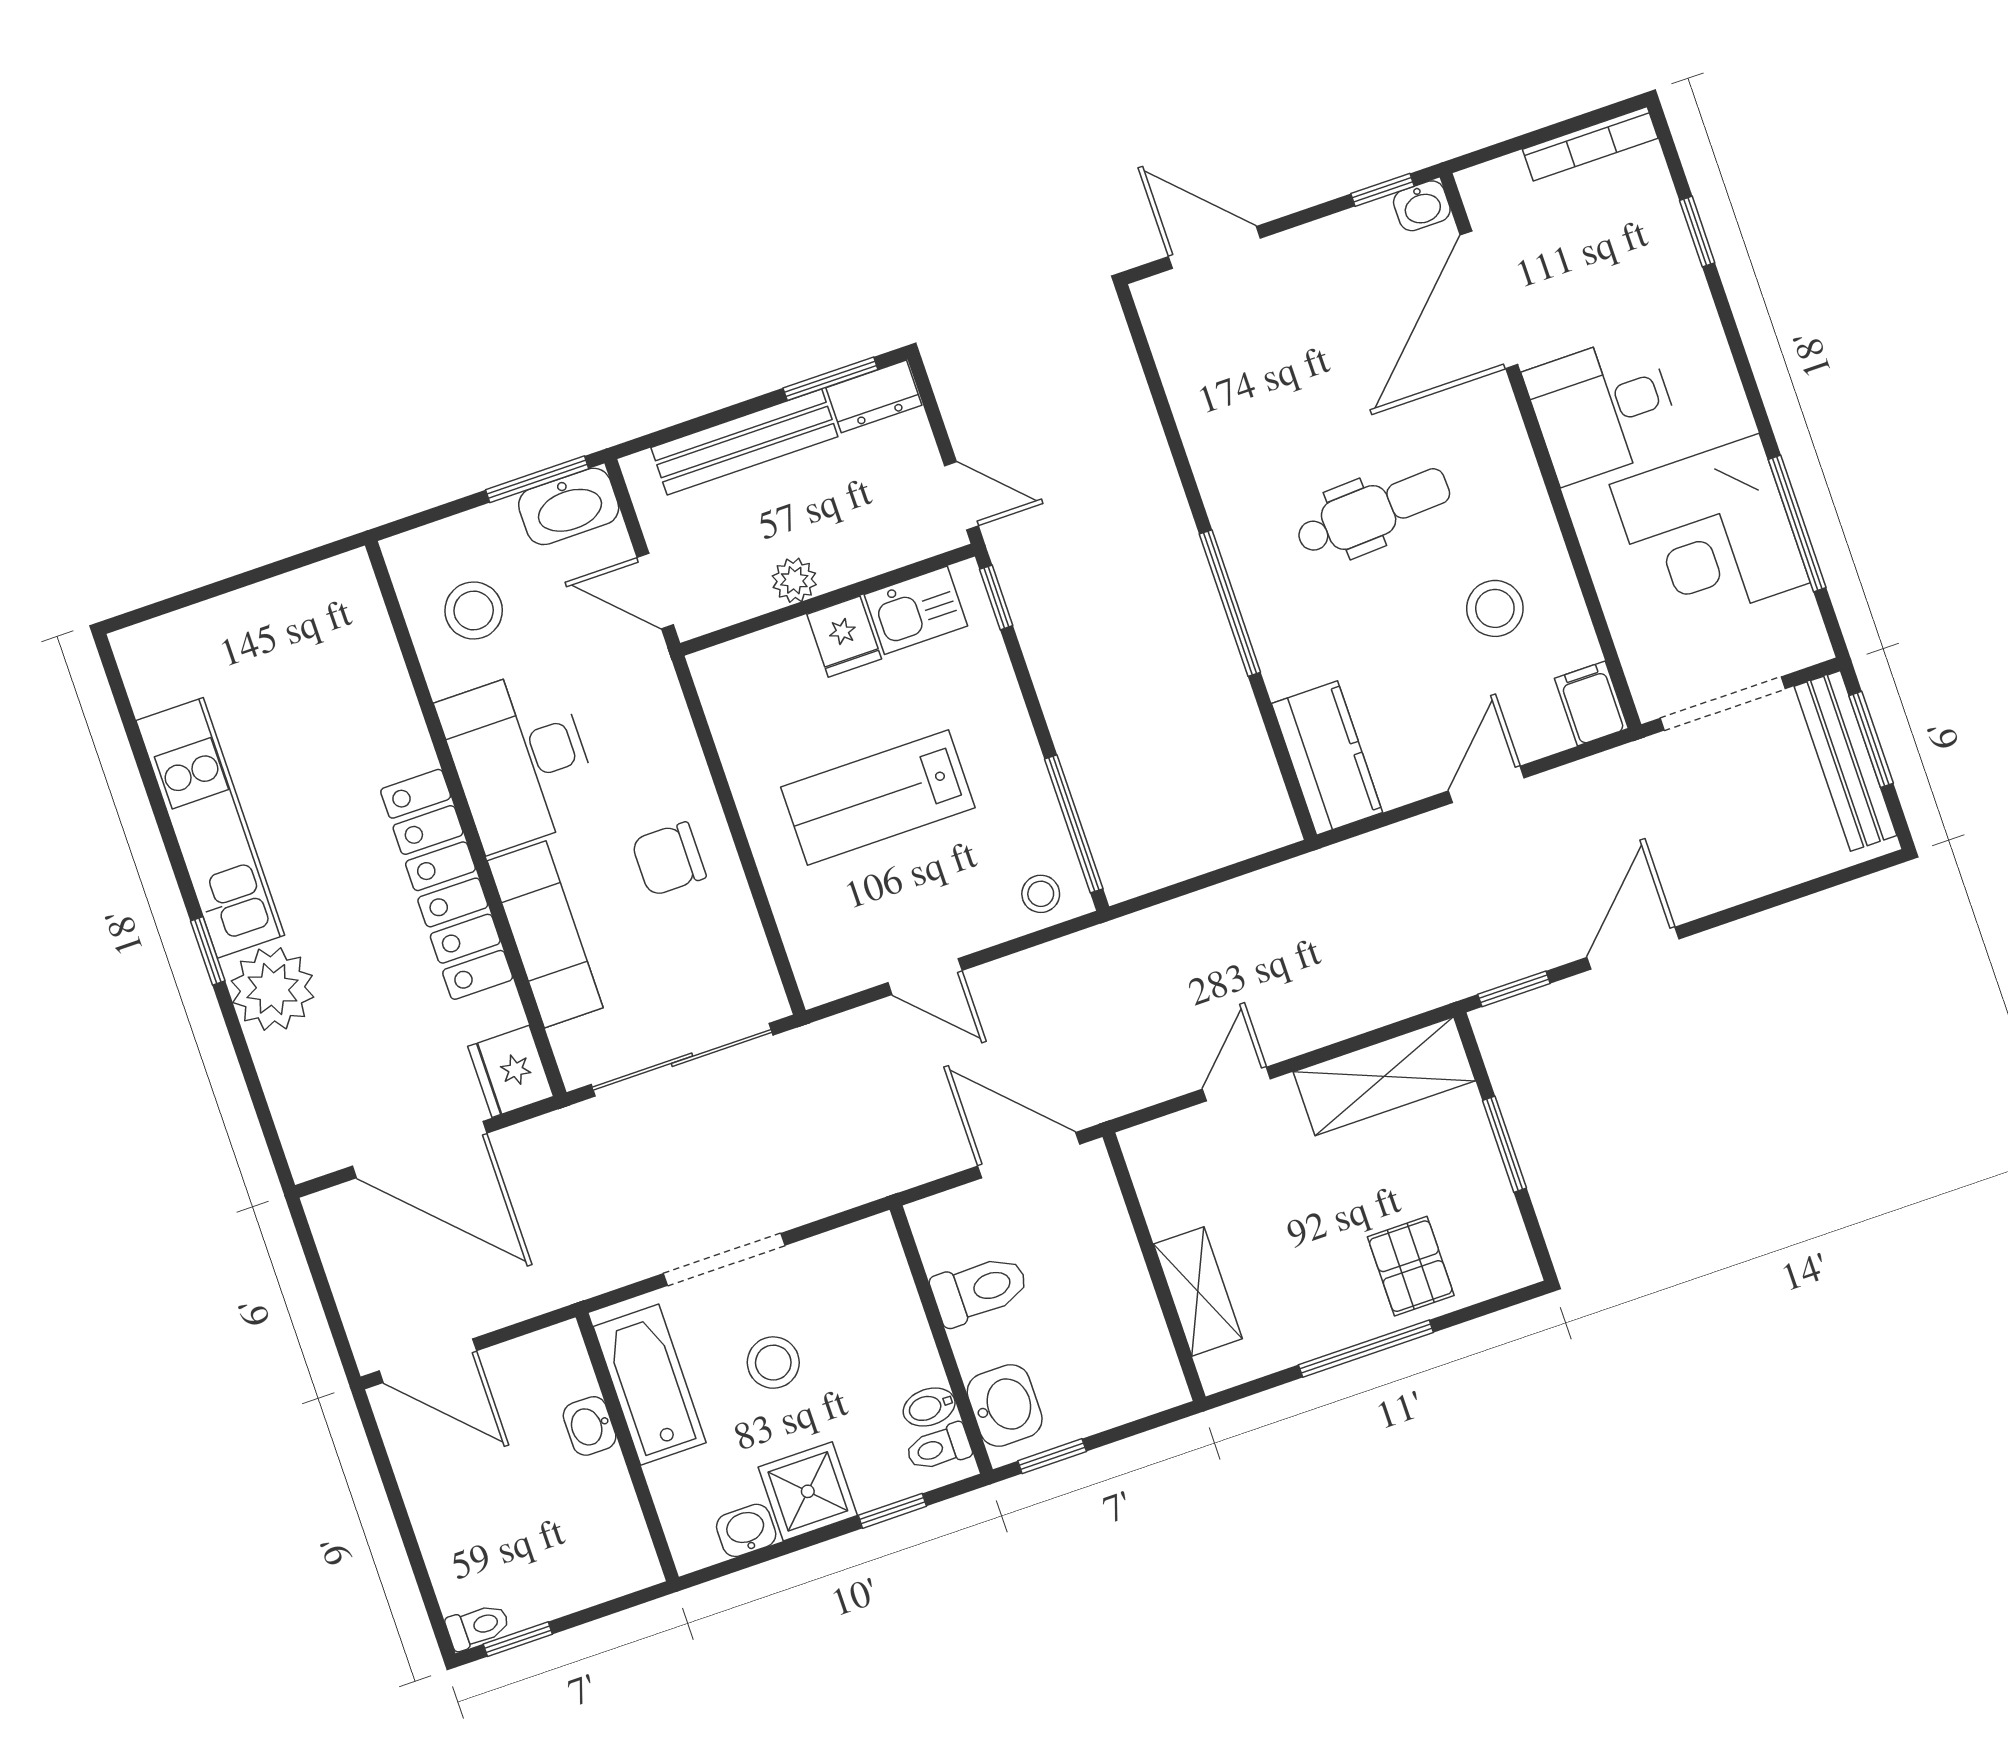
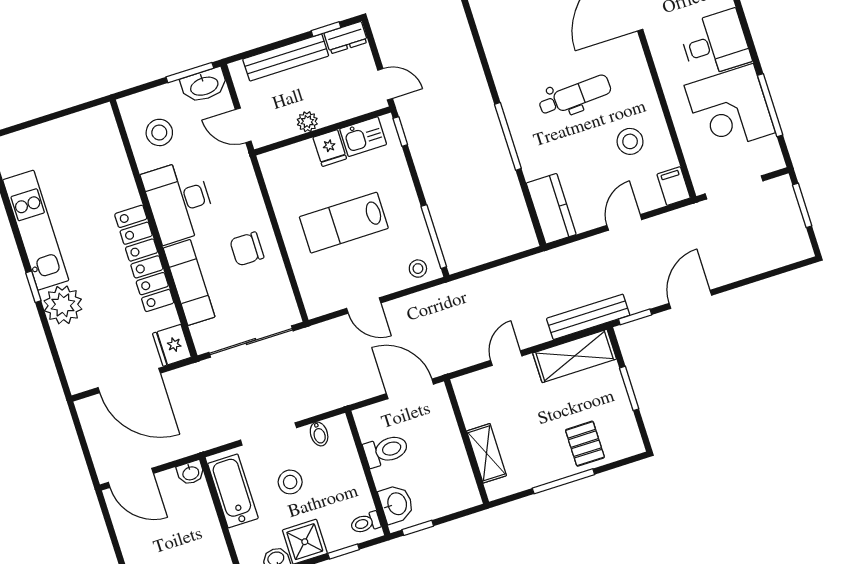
window: (830, 379) -> (326, 29), width x0.67
desk: (1603, 409) -> (715, 43), moved, turned 180
bench: (1845, 761) -> (588, 317), moved, turned 90
bidet: (929, 1407) -> (319, 434), moved, turned -90
washbasin: (590, 1426) -> (191, 473), moved, turned -90

